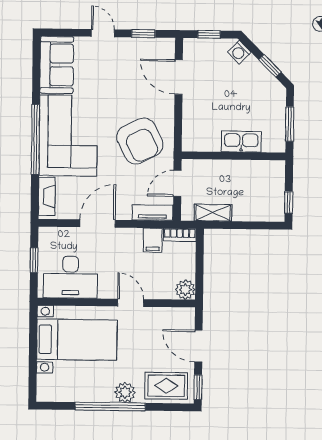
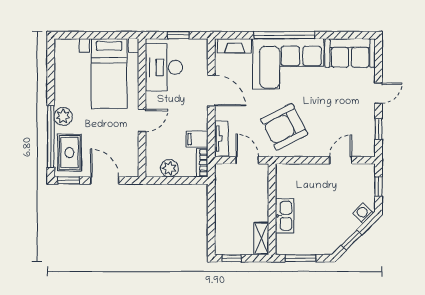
door: (179, 77) -> (341, 160), width x0.73
shelving: (213, 213) -> (261, 238), moved
plant: (185, 290) -> (169, 168), moved
door: (198, 346) -> (105, 180), hinge flipped
window: (110, 406) -> (51, 137), moved

